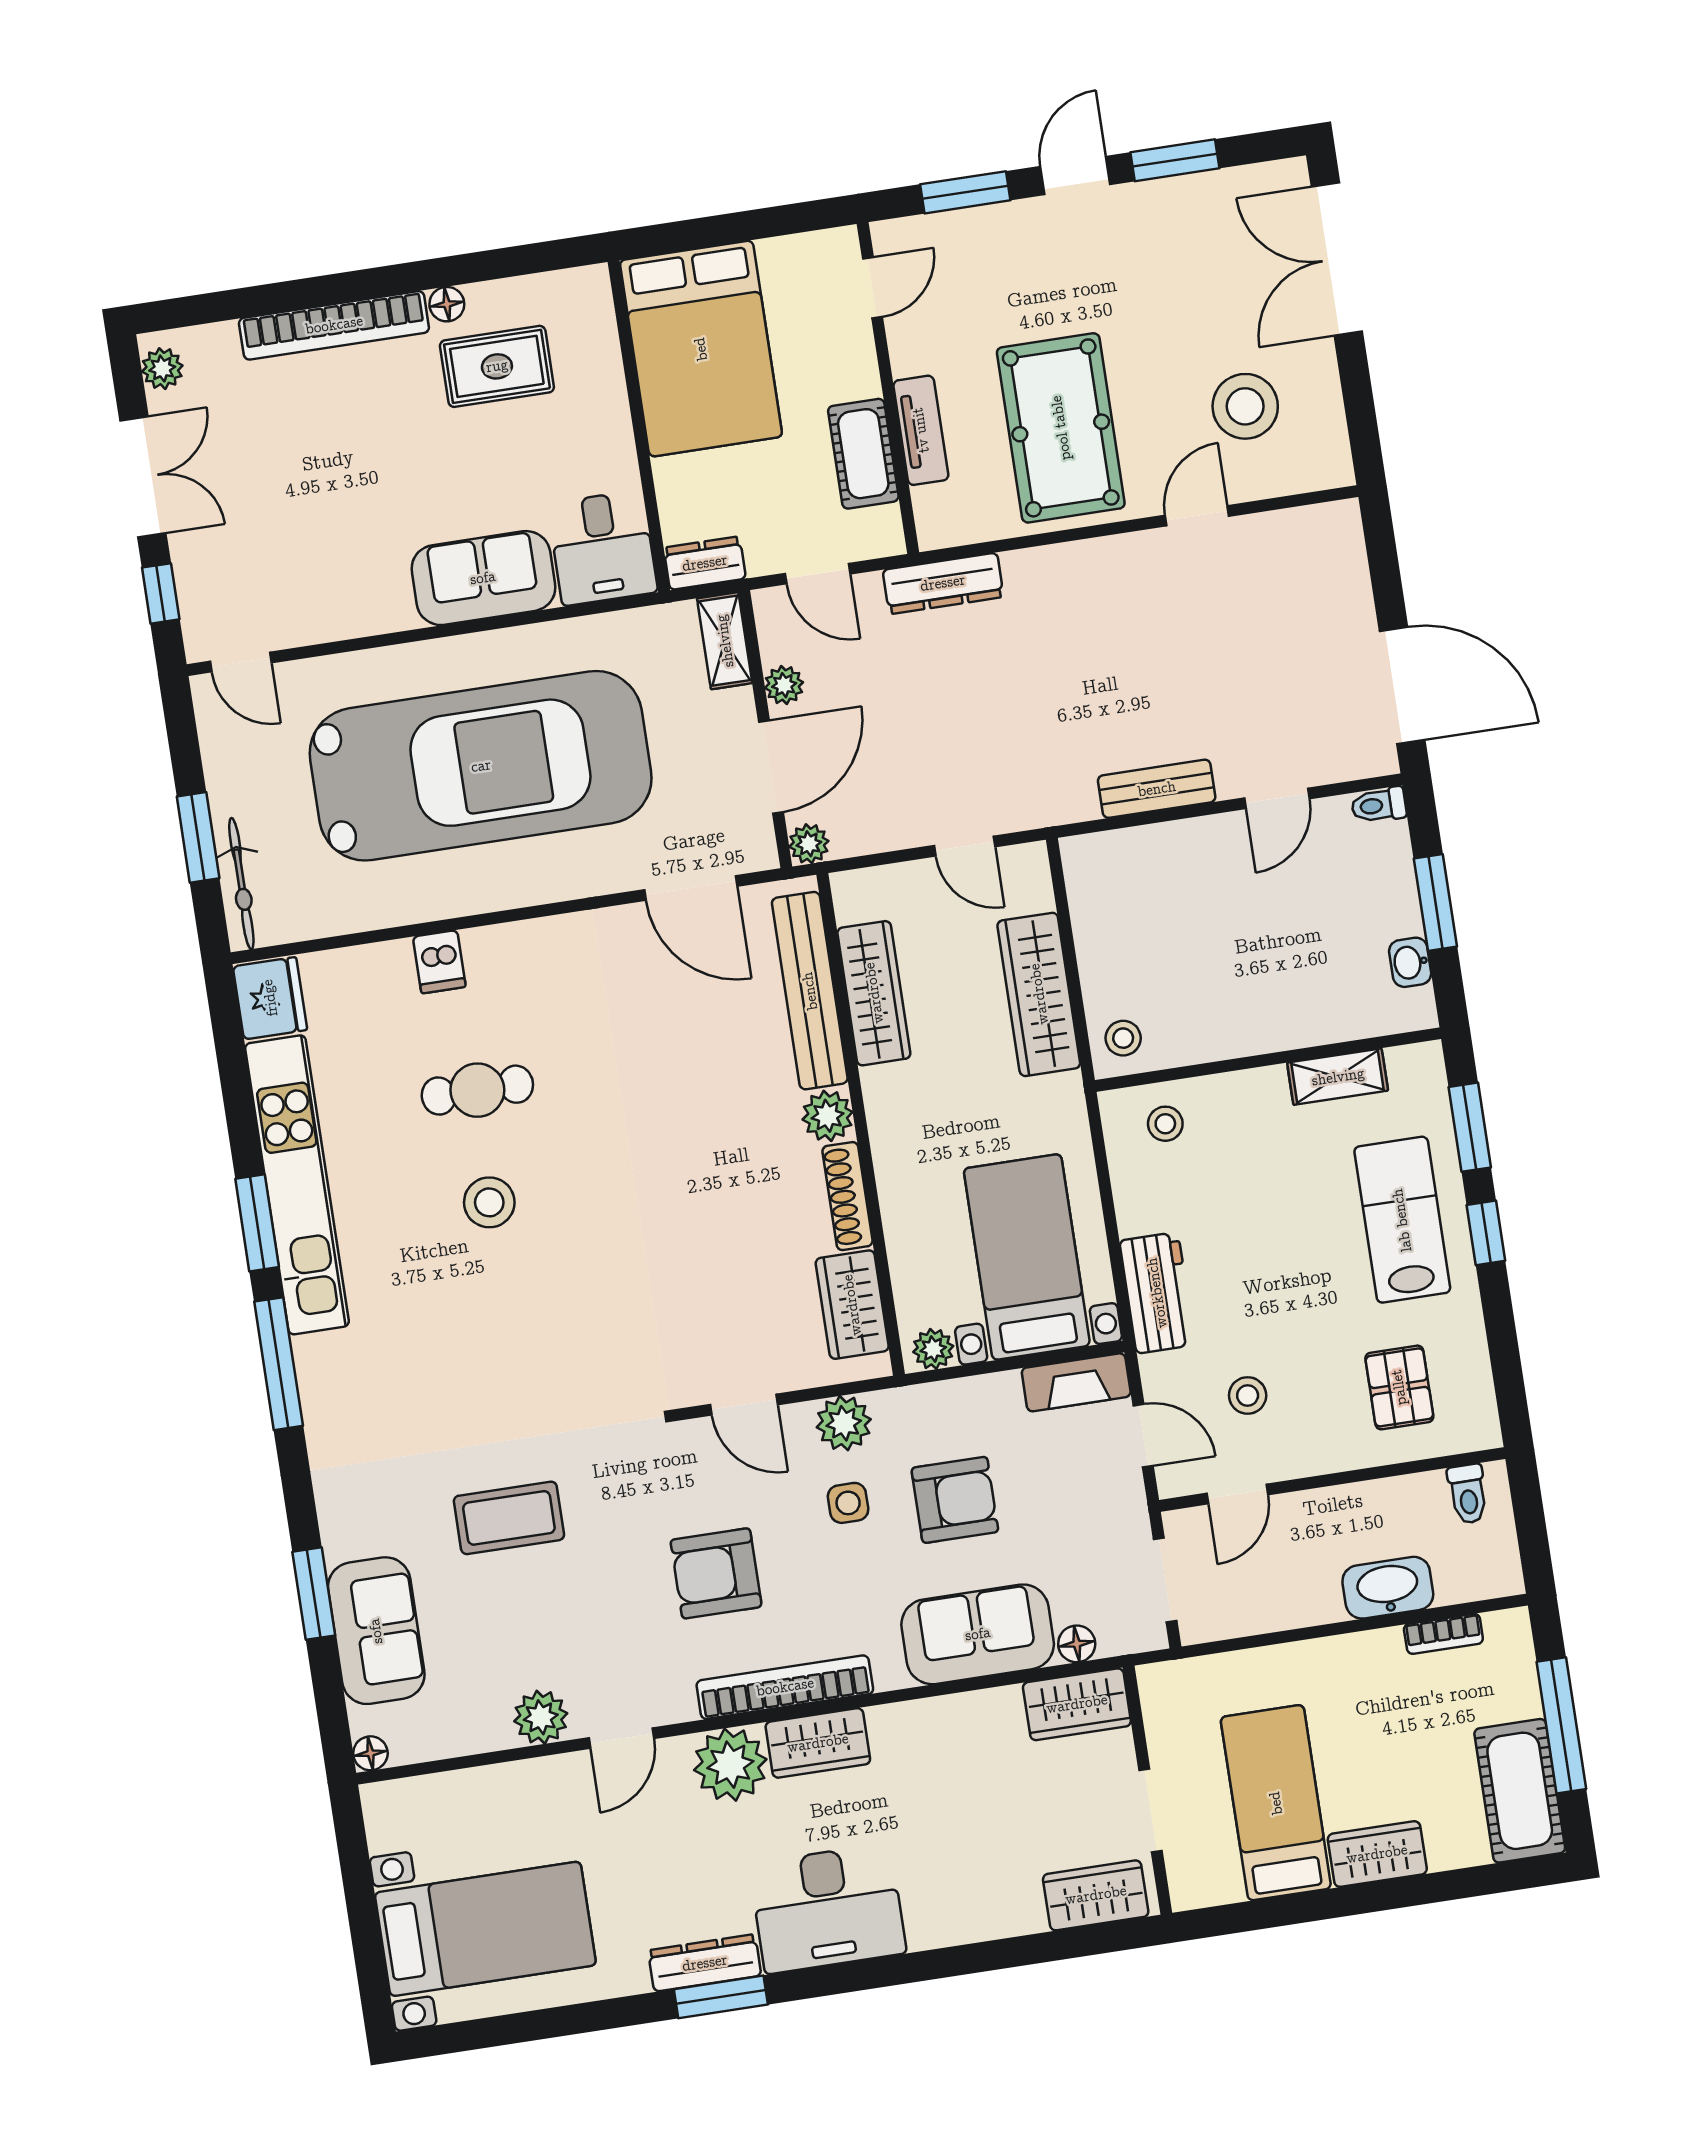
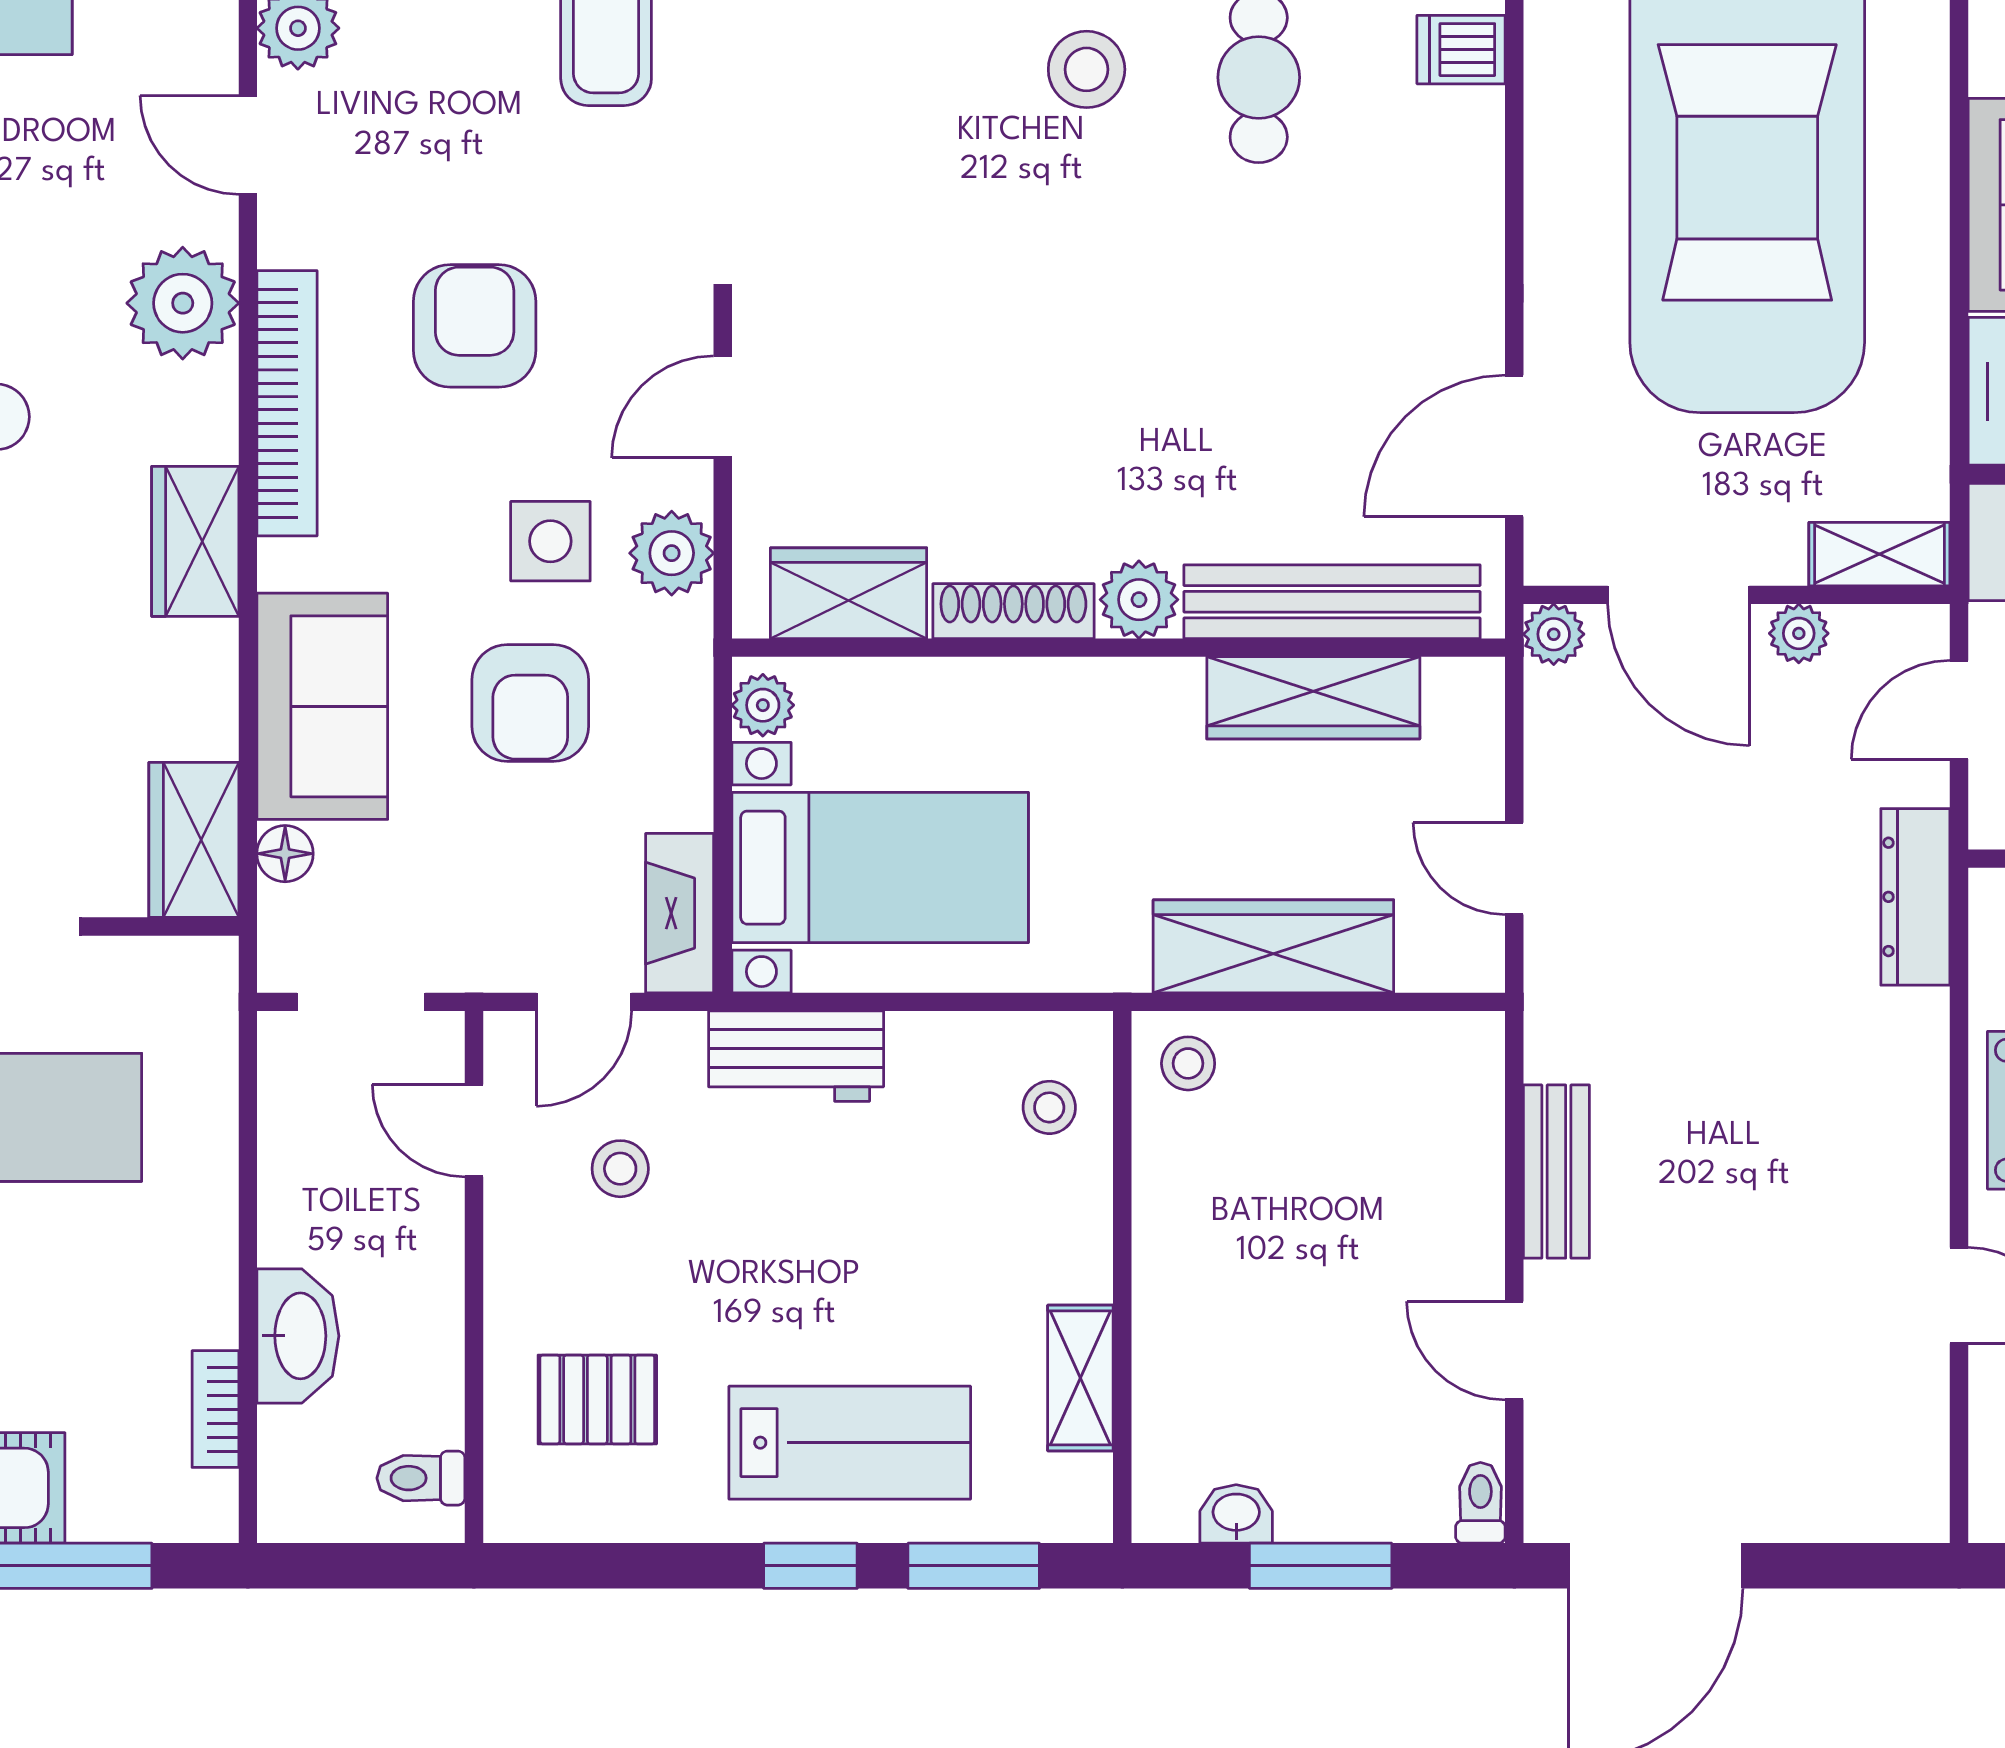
door: (965, 846) -> (1514, 869), hinge flipped
side table: (848, 1503) -> (550, 541), width x1.37, depth x1.37
wardrobe: (818, 1743) -> (195, 541), moved

